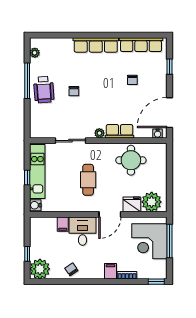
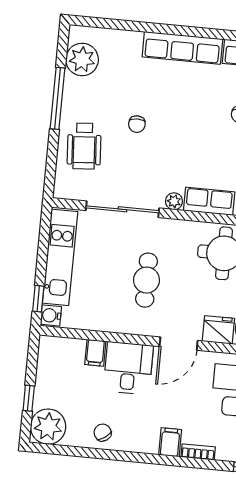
plant: (35, 53) -> (82, 59), width x1.87, depth x1.87
wheelchair: (44, 90) -> (84, 146), moved
sliding door: (70, 141) -> (122, 209), width x1.37
window: (27, 178) -> (38, 299), moved

